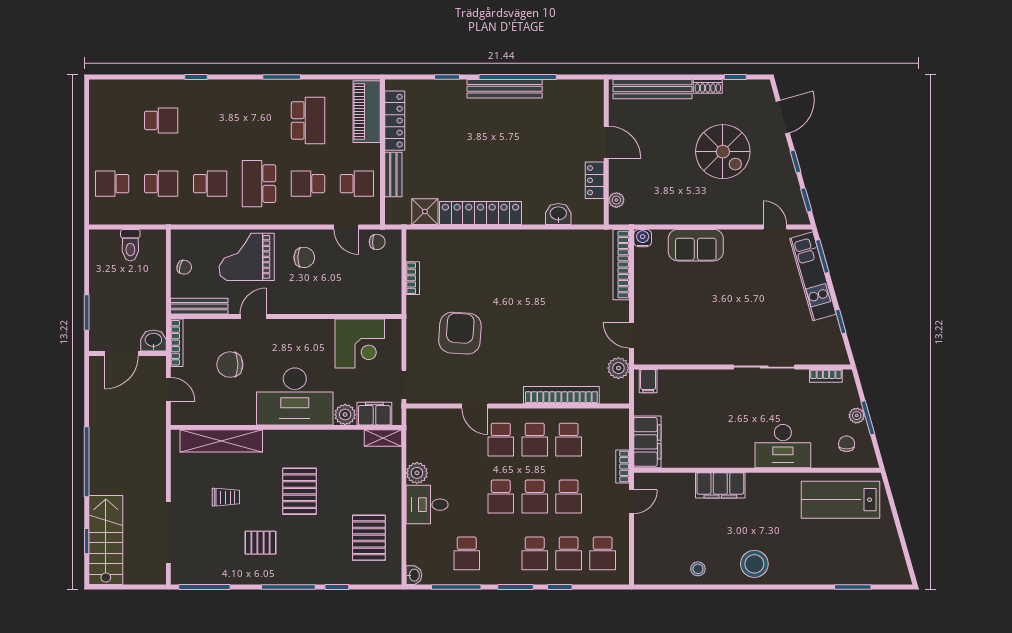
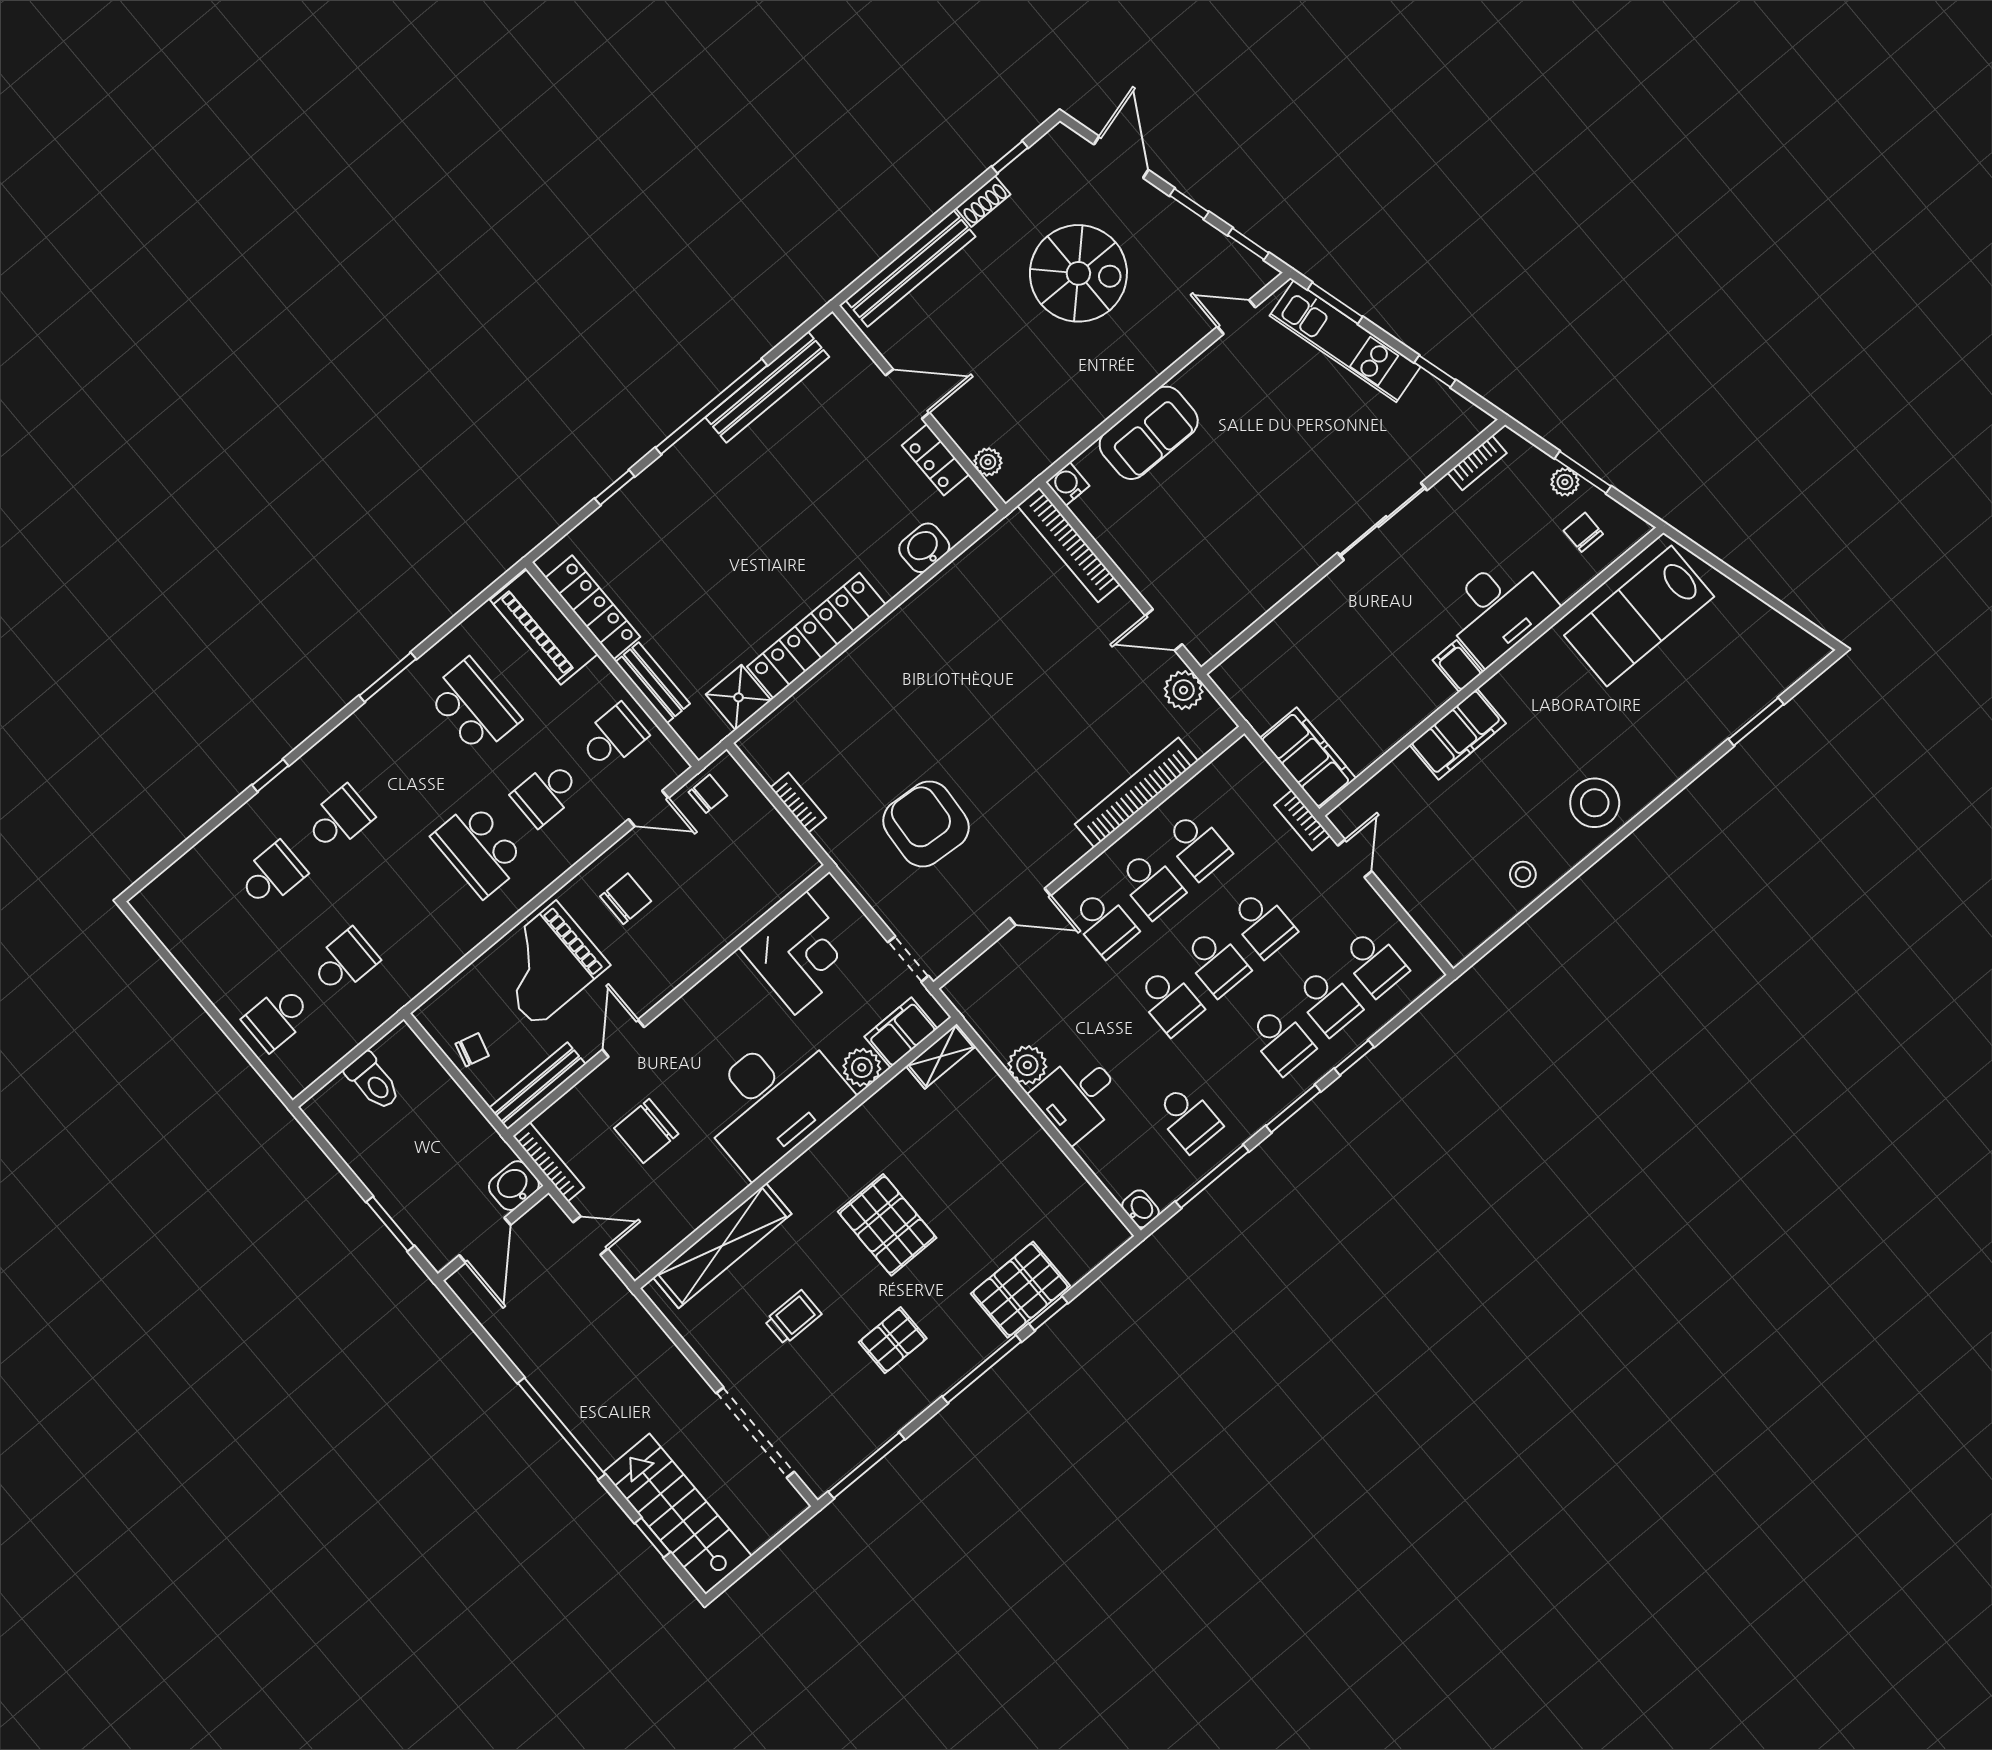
bench: (505, 89) -> (767, 387), moved
school desk: (210, 184) -> (339, 819), moved
filing cabinet: (648, 381) -> (1458, 666), moved, turned 180
pallet: (369, 538) -> (1020, 1290), moved, turned 90

